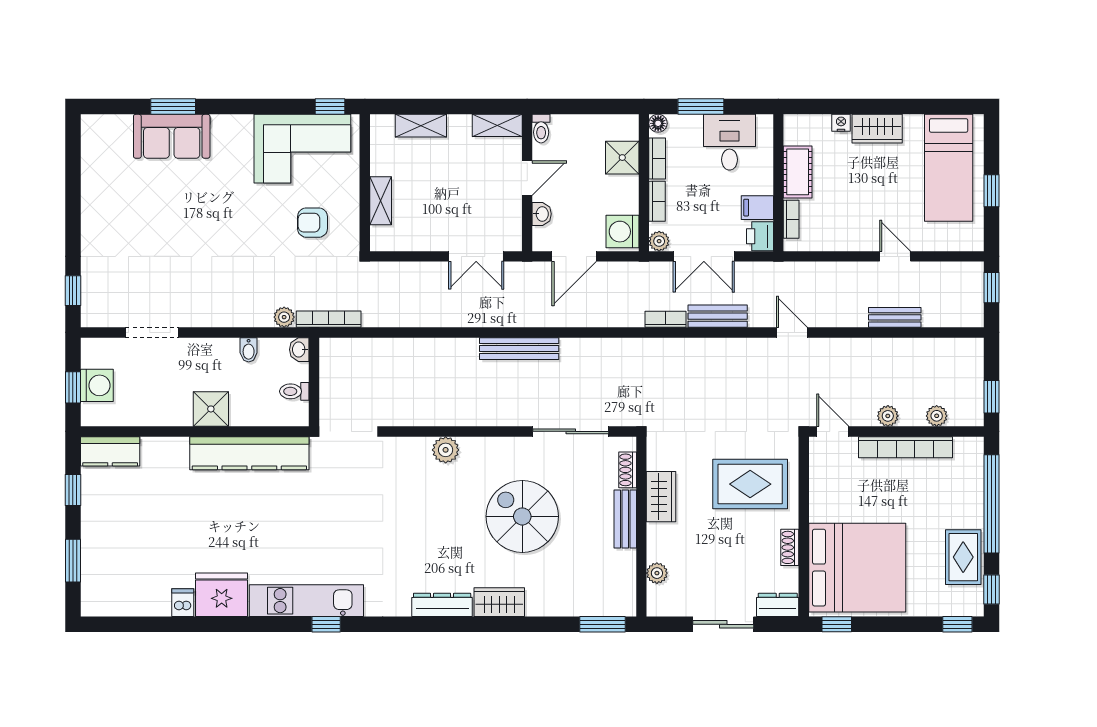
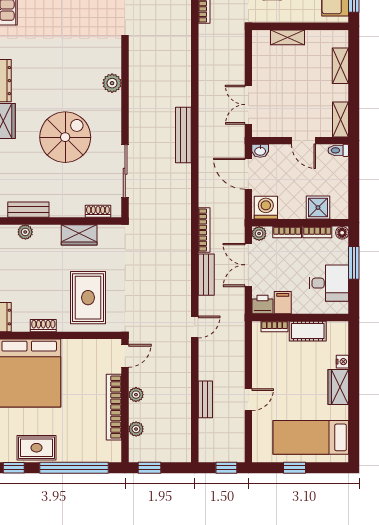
washbasin: (542, 214) -> (260, 151), moved
bookcase: (666, 319) -> (204, 230), width x1.56
bench: (625, 519) -> (28, 210), moved

